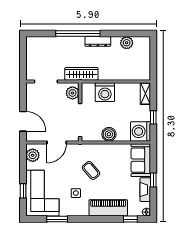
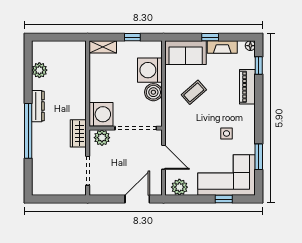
wardrobe: (81, 74) -> (78, 133), width x0.67
washing machine: (105, 92) -> (101, 114), moved
washing machine: (141, 131) -> (150, 70), moved, turned 90
coffee table: (91, 170) -> (194, 92), moved
piano: (108, 208) -> (247, 87), width x0.73, depth x0.75

